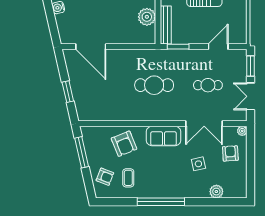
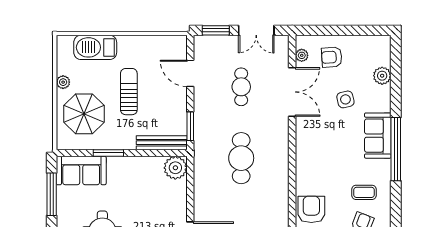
plant: (147, 17) -> (175, 168), moved
plant: (242, 131) -> (302, 55), moved
sofa: (163, 136) -> (378, 136), moved, turned 180
armchair: (124, 144) -> (311, 209), moved, turned -68

